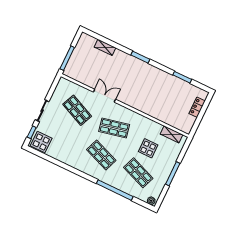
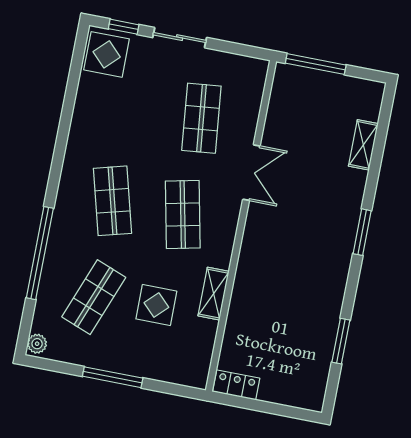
locker: (197, 107) -> (236, 385), moved
shop shelf: (77, 110) -> (201, 118), turned -30
shelving: (172, 134) -> (214, 294), moved
shop shelf: (101, 155) -> (112, 201), turned -36

